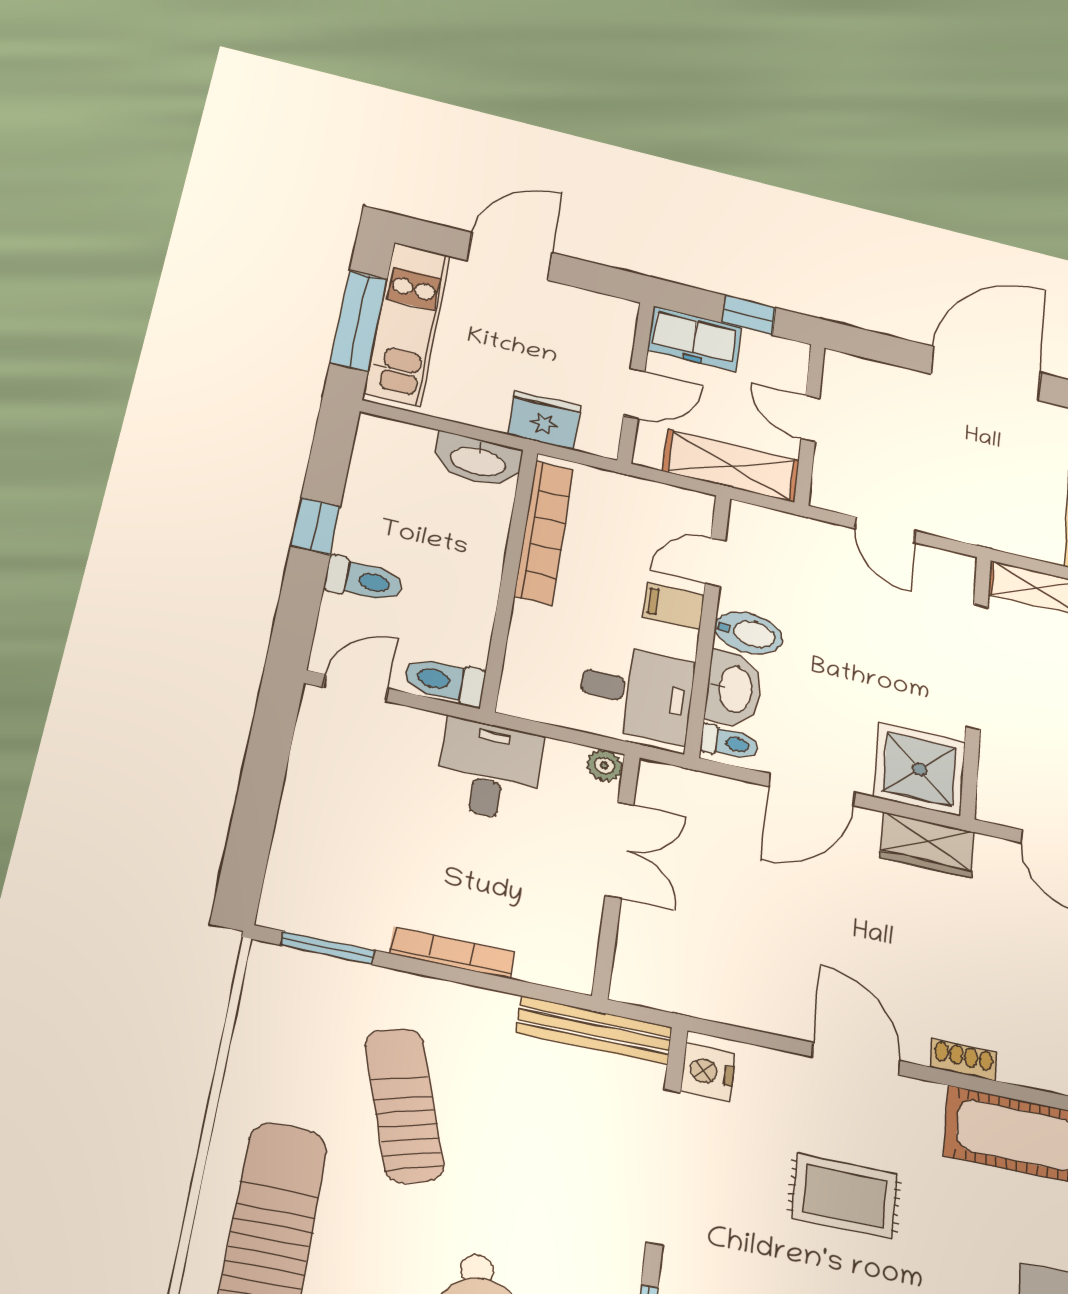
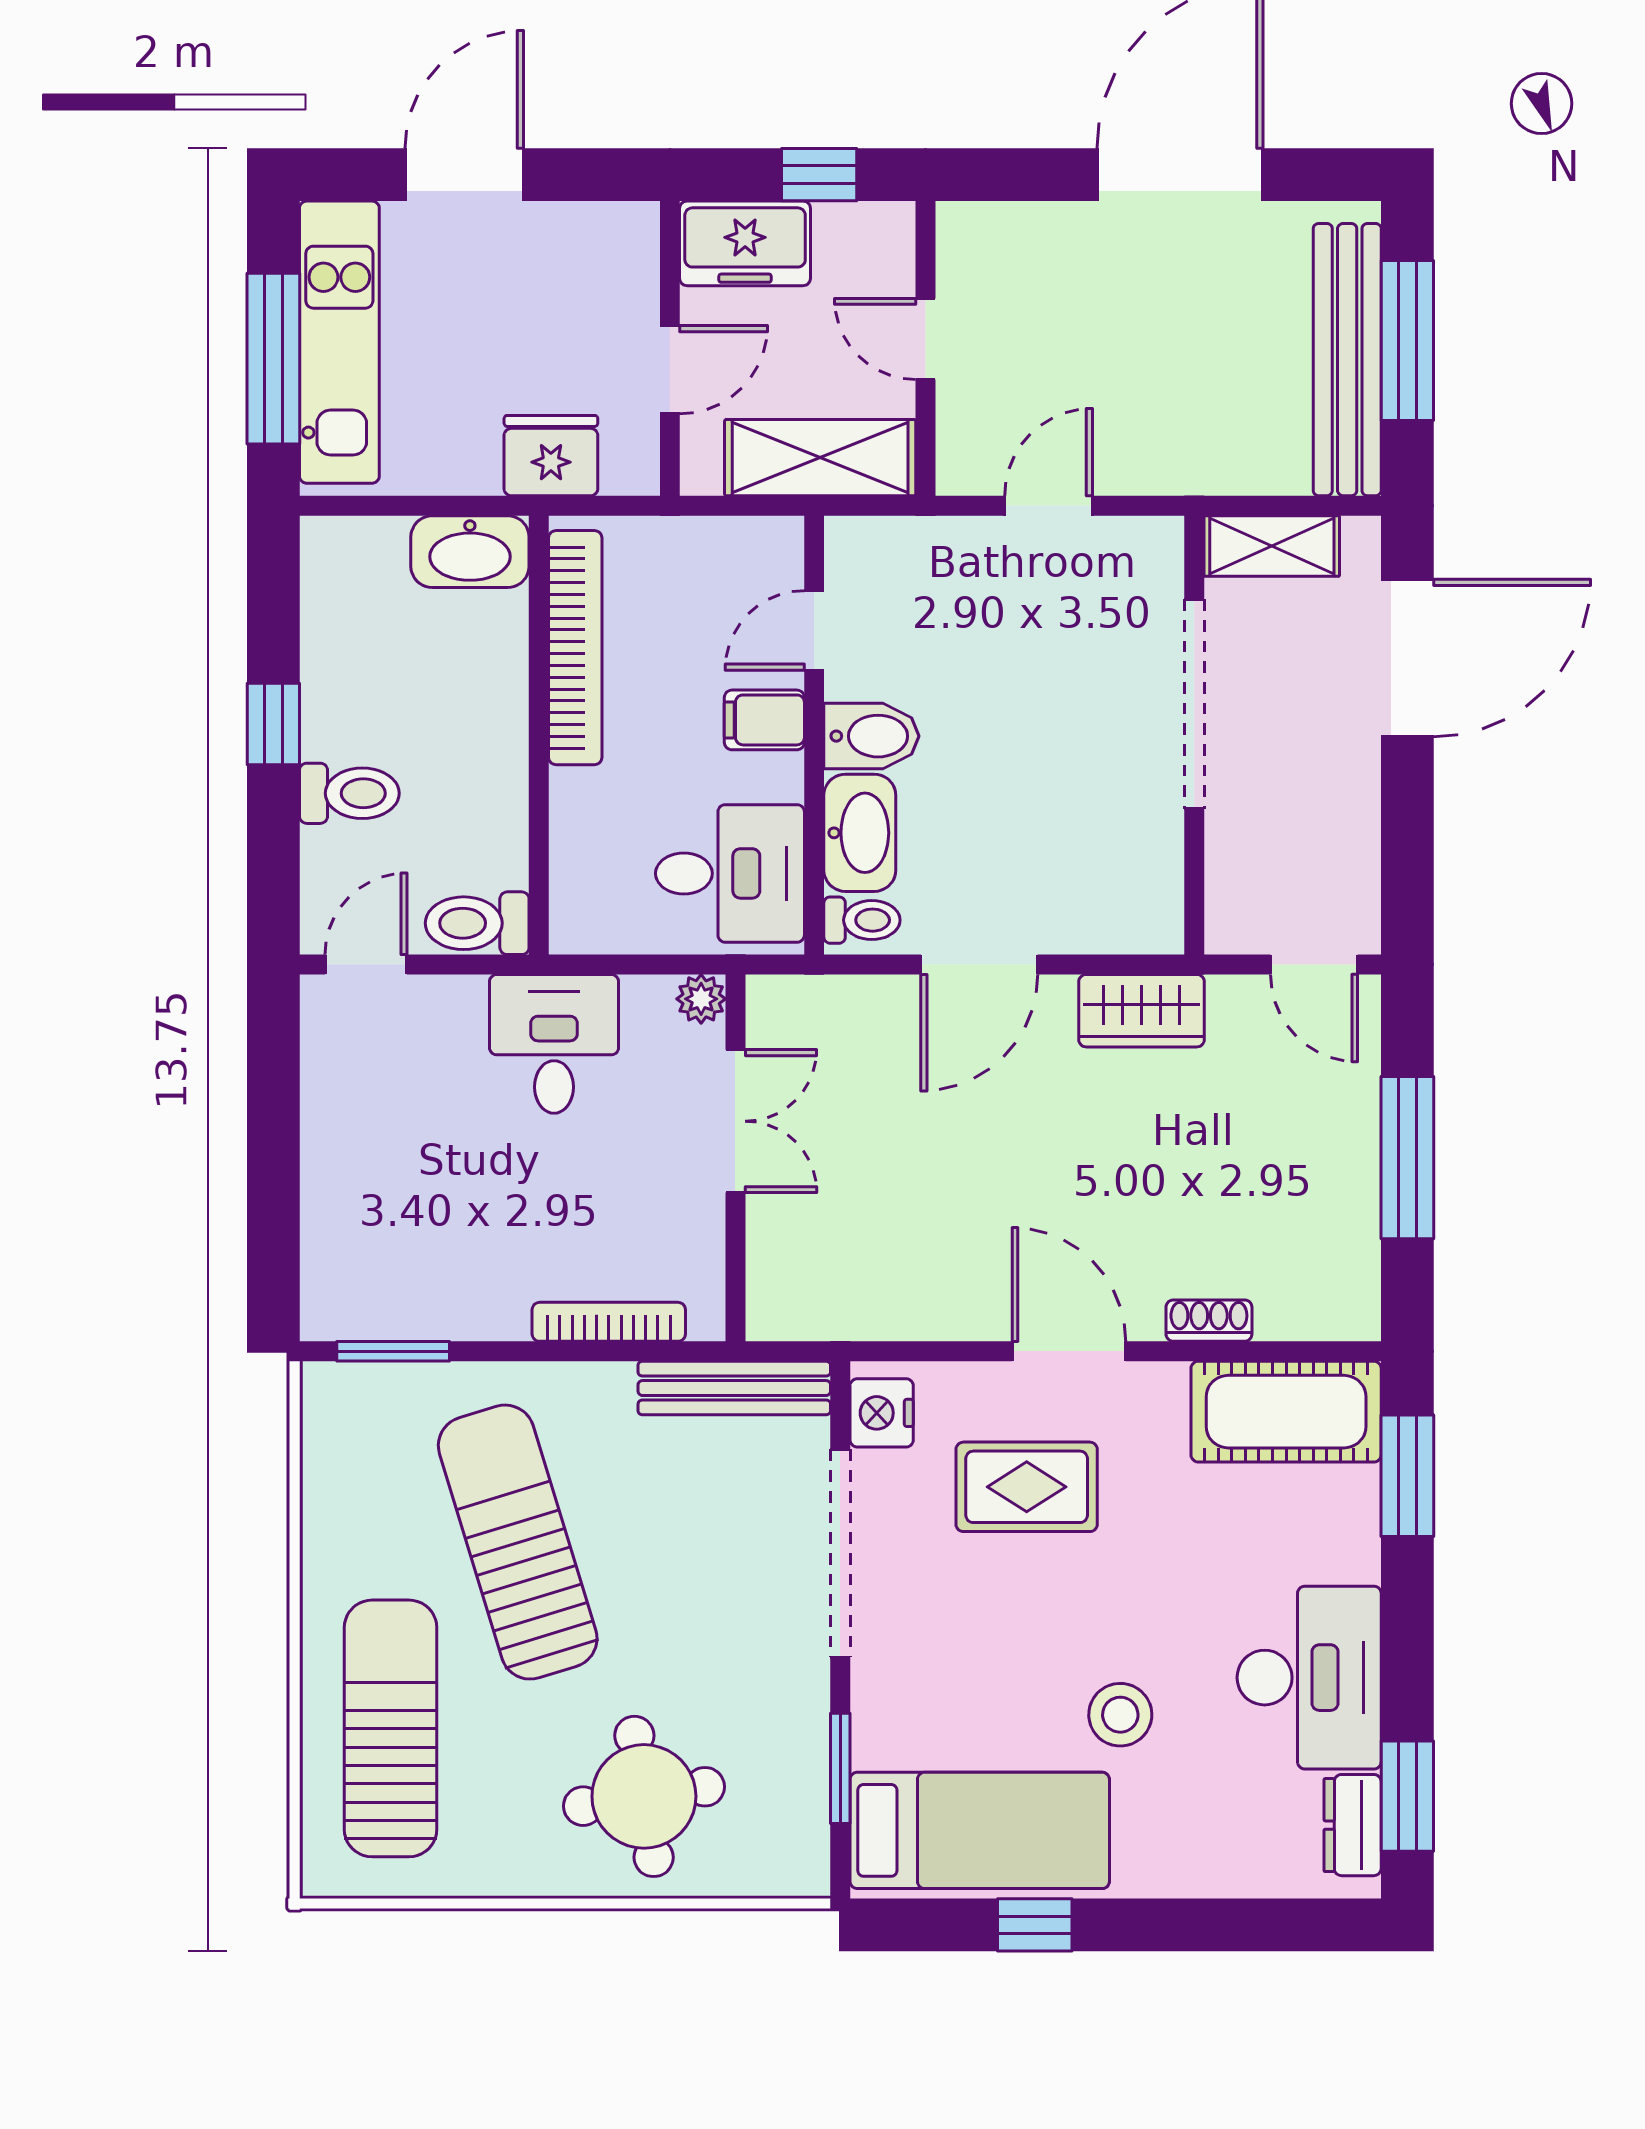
door: (885, 530) -> (1049, 506), swing flipped
shower: (920, 769) -> (1124, 894), removed
bookcase: (452, 953) -> (609, 1322), moved
sun lounger: (404, 1105) -> (518, 1542), width x1.36, depth x1.34
rug: (844, 1196) -> (1027, 1487), moved

